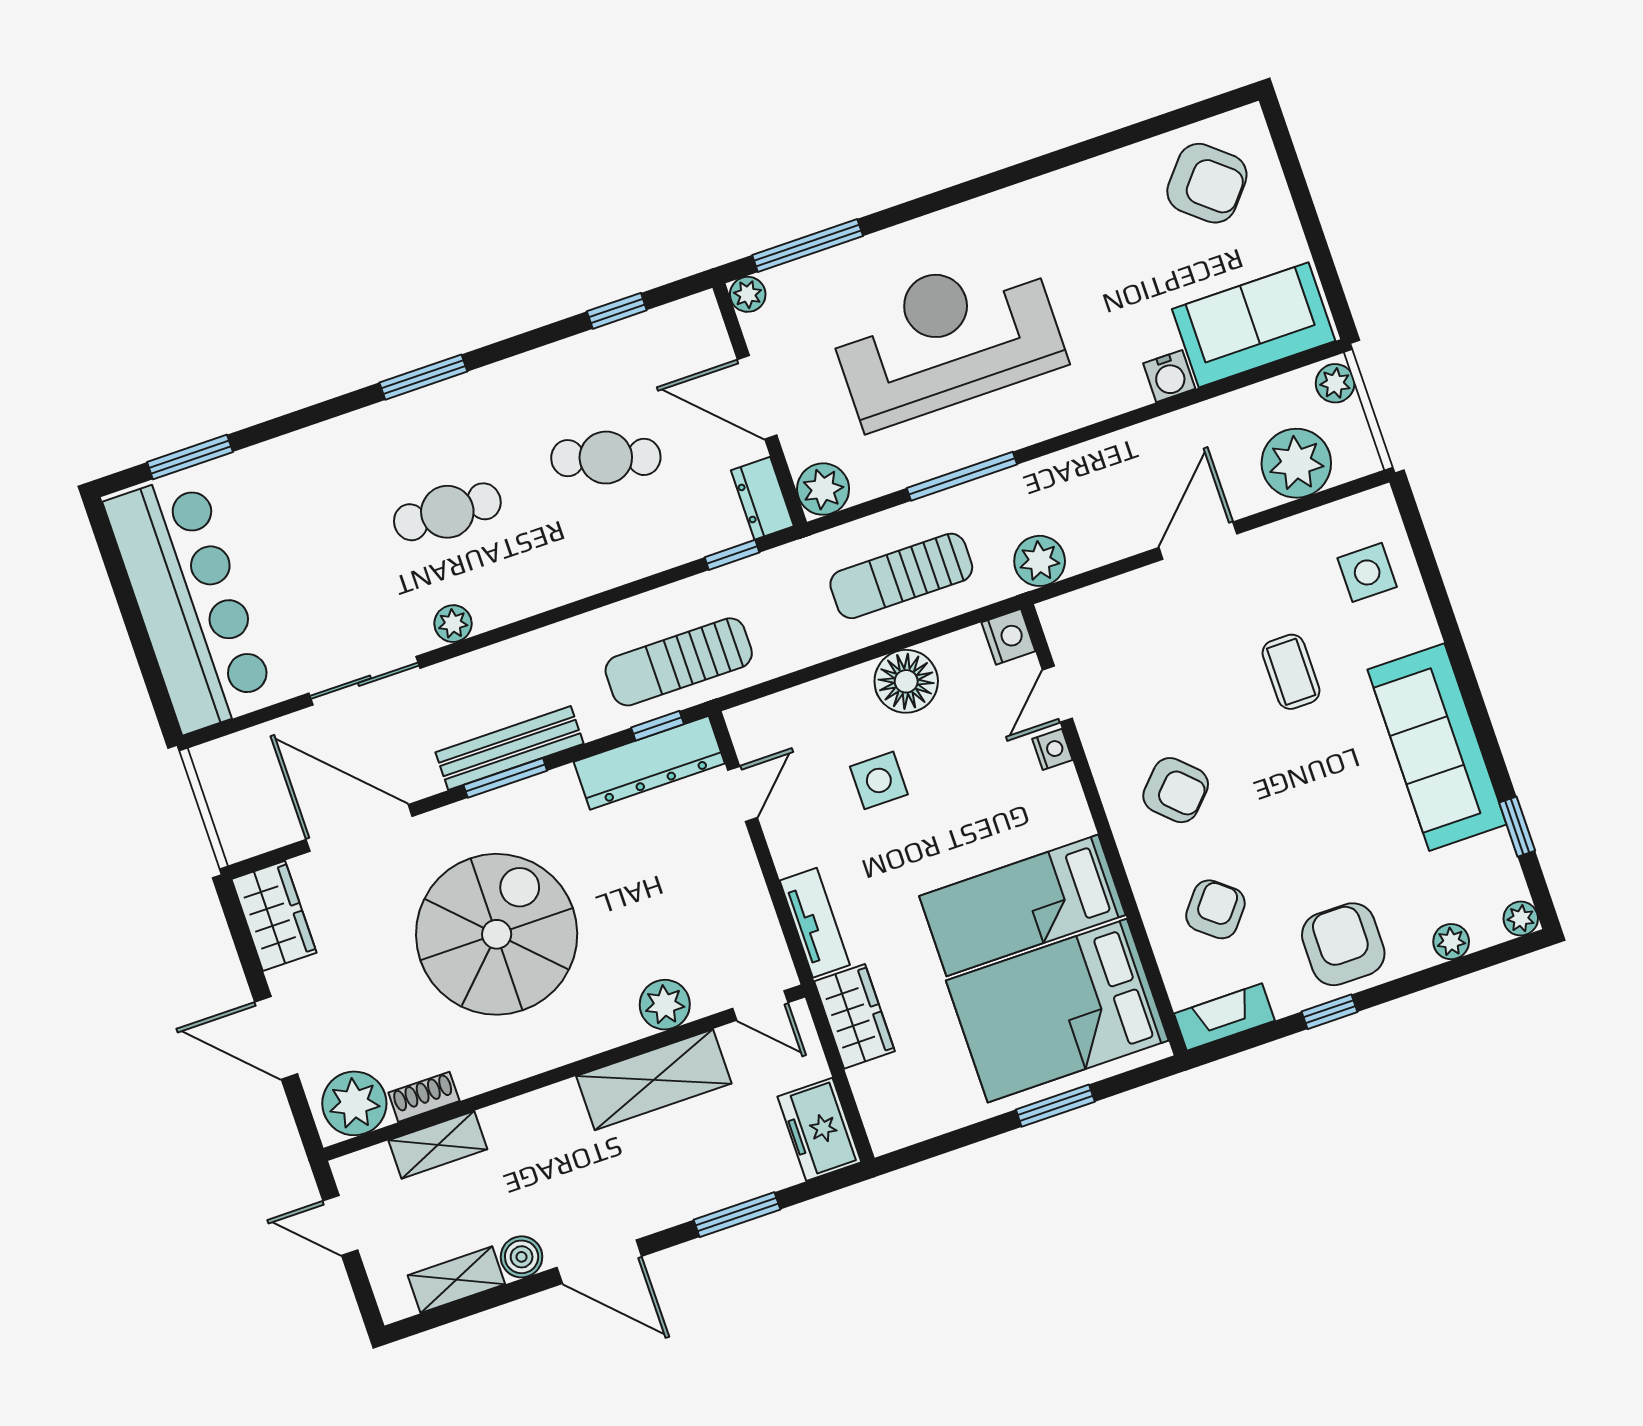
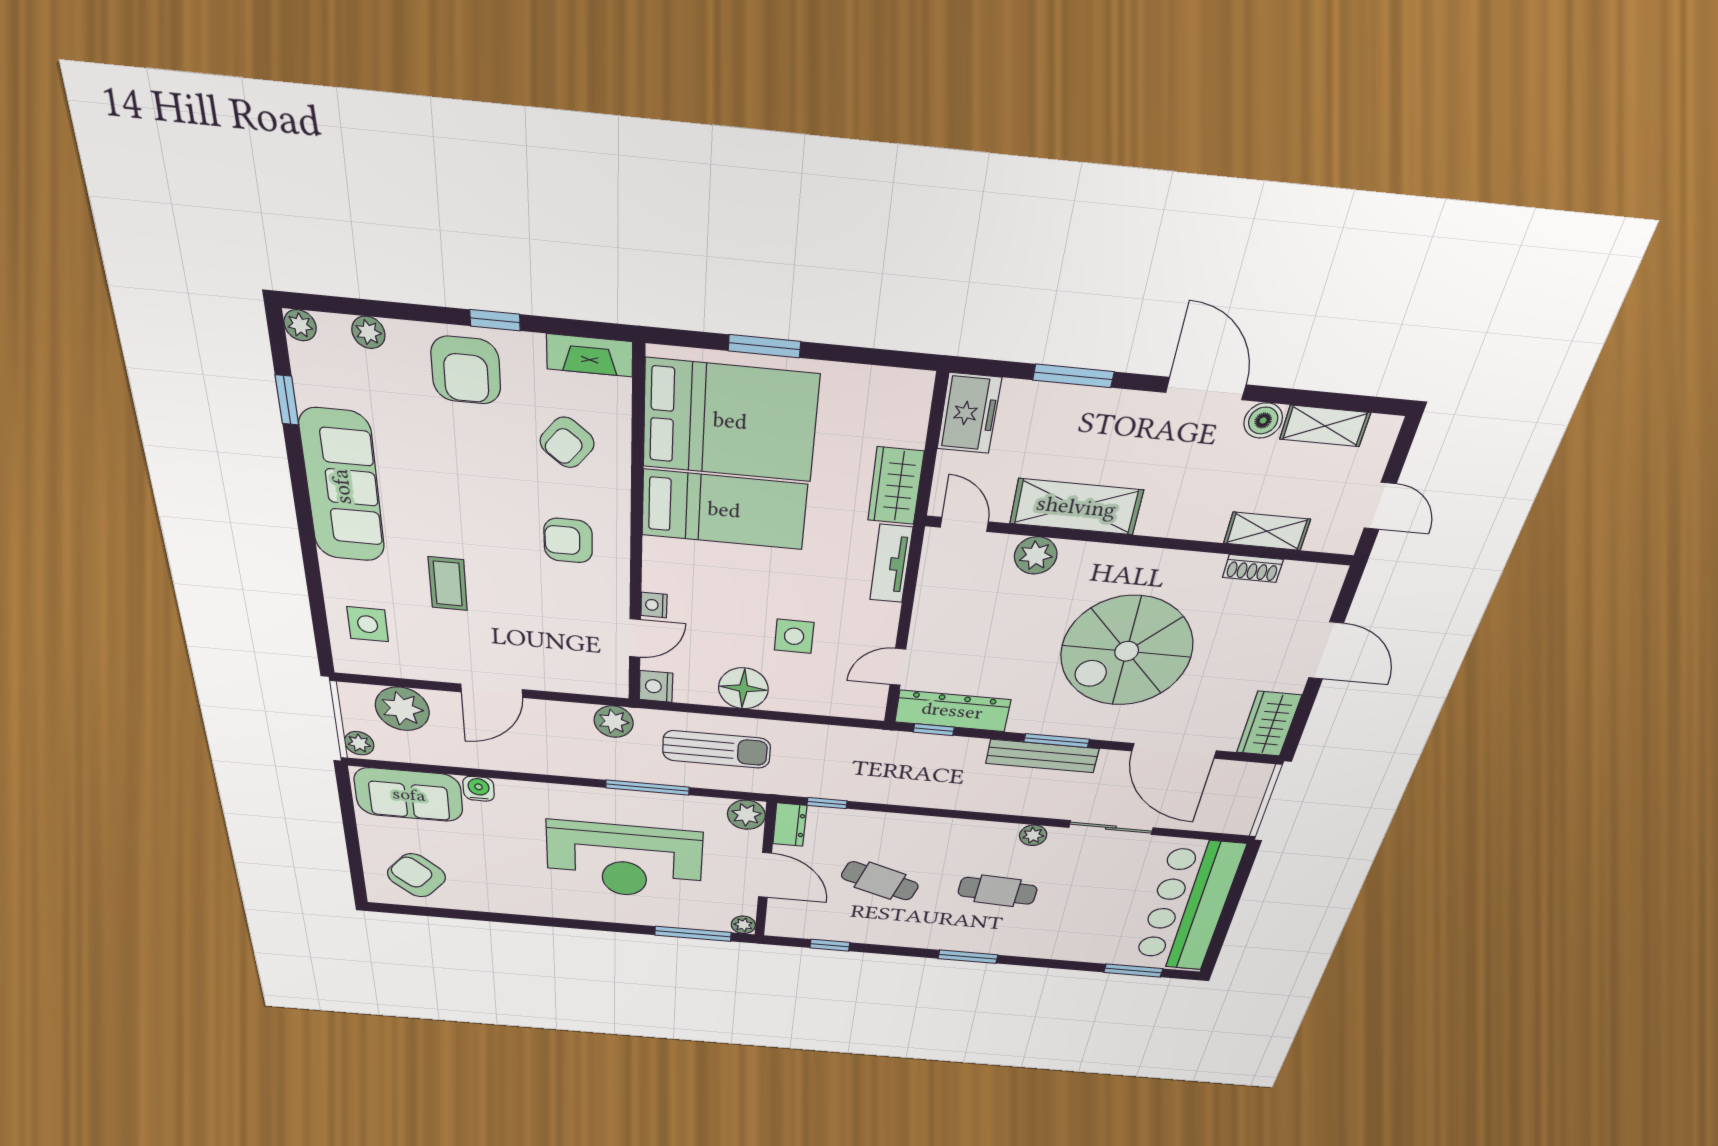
sun lounger: (679, 662) -> (897, 760), removed
armchair: (1176, 790) -> (568, 541), turned -44
plant: (354, 1103) -> (1305, 586), removed

